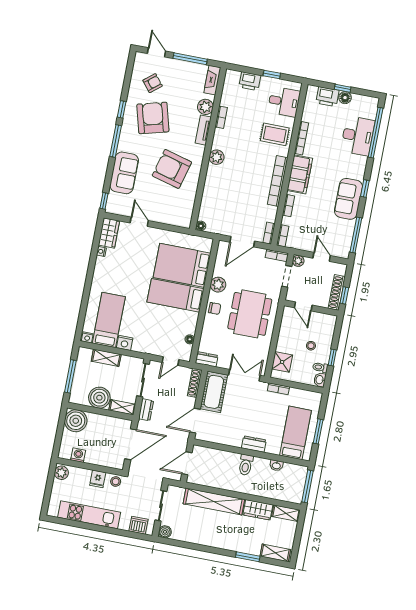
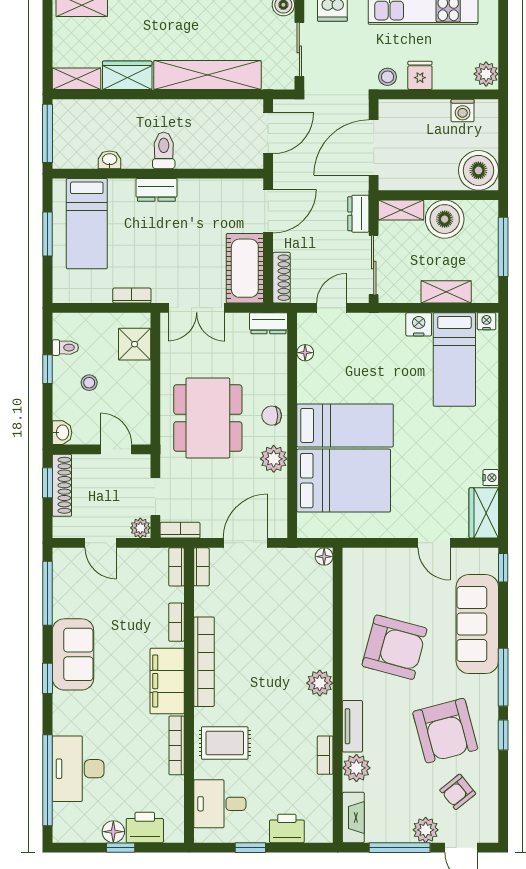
plant: (174, 66) -> (426, 830), added
sofa: (124, 173) -> (477, 624), width x1.36
washbasin: (320, 380) -> (62, 433), moved

